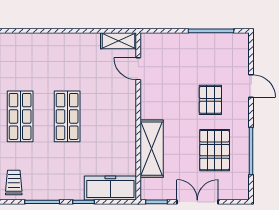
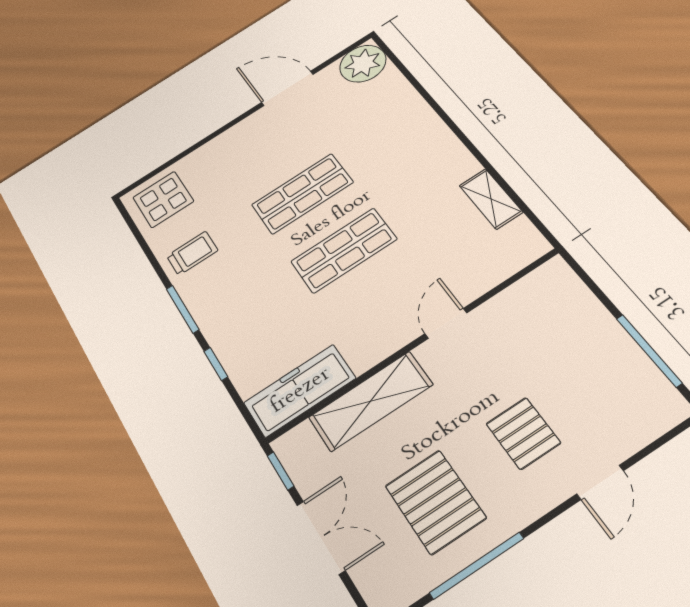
shelving: (119, 41) -> (491, 199), moved
door: (138, 69) -> (446, 323), moved
pallet: (210, 100) -> (523, 433), turned 90
pallet: (215, 150) -> (435, 502), turned 90
freezer: (110, 188) -> (300, 391), moved, turned -90

